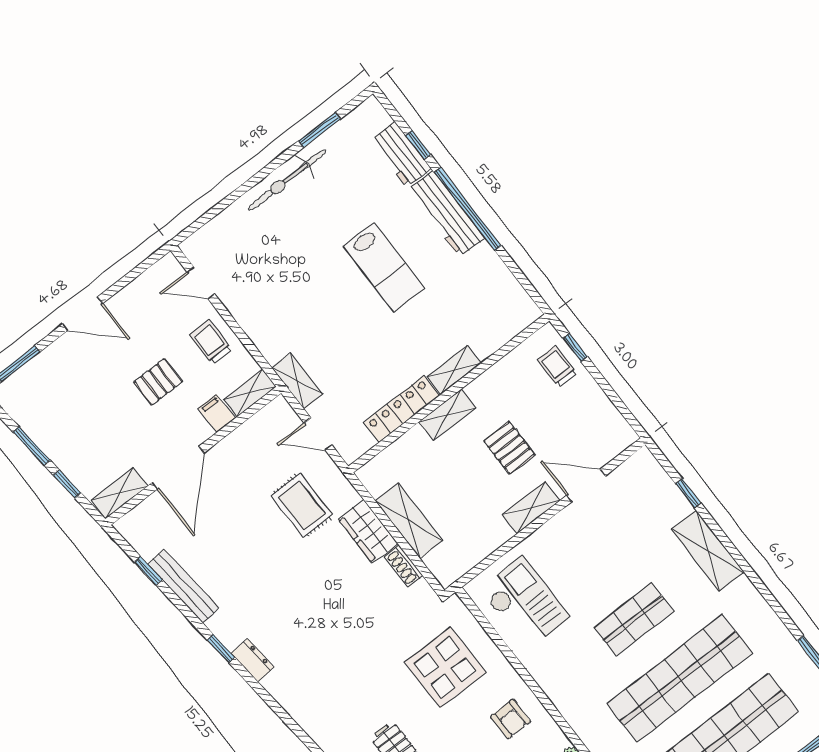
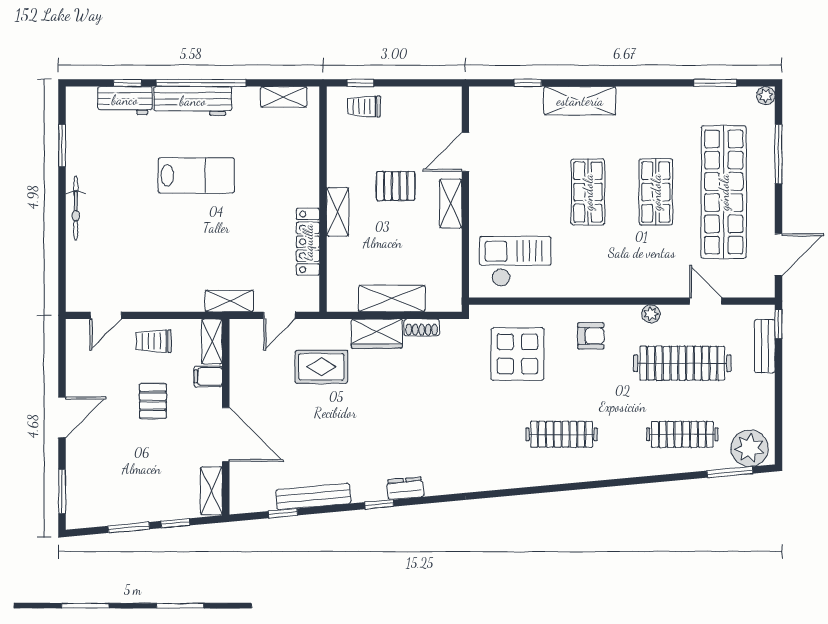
bicycle: (287, 180) -> (76, 208), width x0.73, depth x0.71
shelving: (454, 370) -> (284, 97), moved, turned 90
shop shelf: (680, 678) -> (656, 192), width x0.50, depth x0.74

